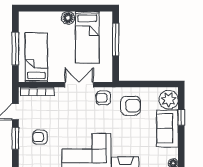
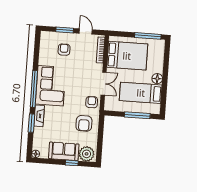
window: (15, 49) -> (148, 36), moved
bed: (36, 57) -> (127, 56), width x1.50

